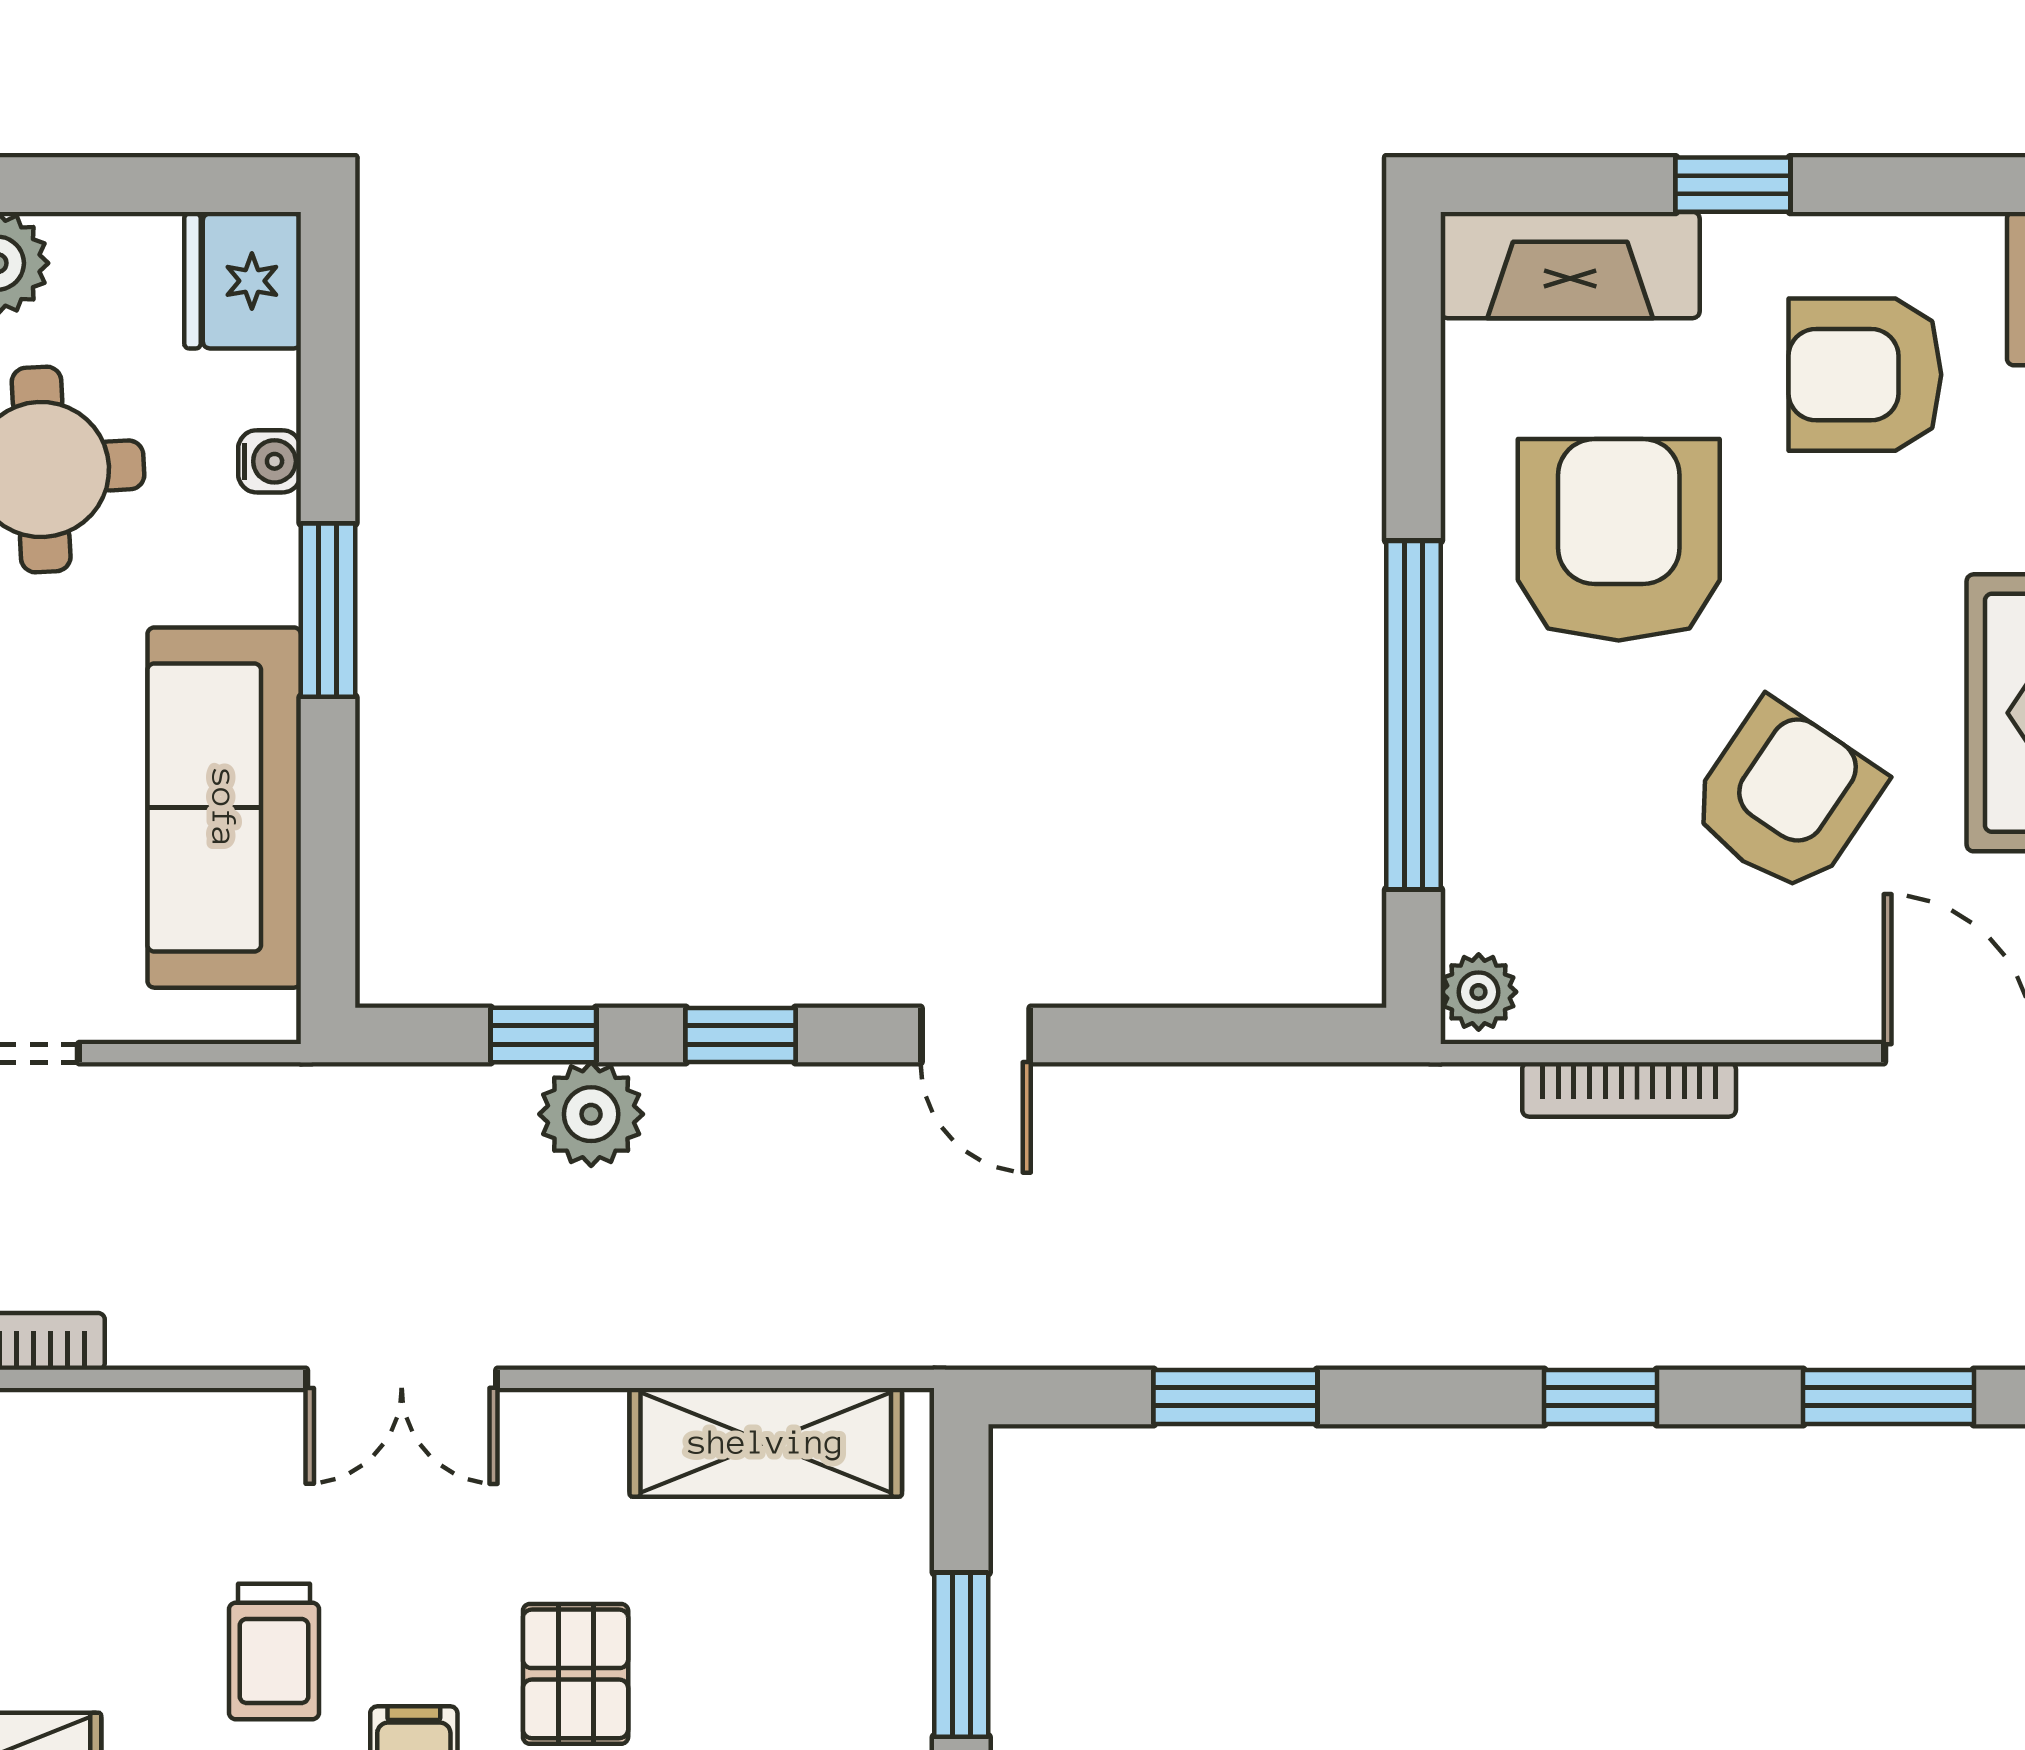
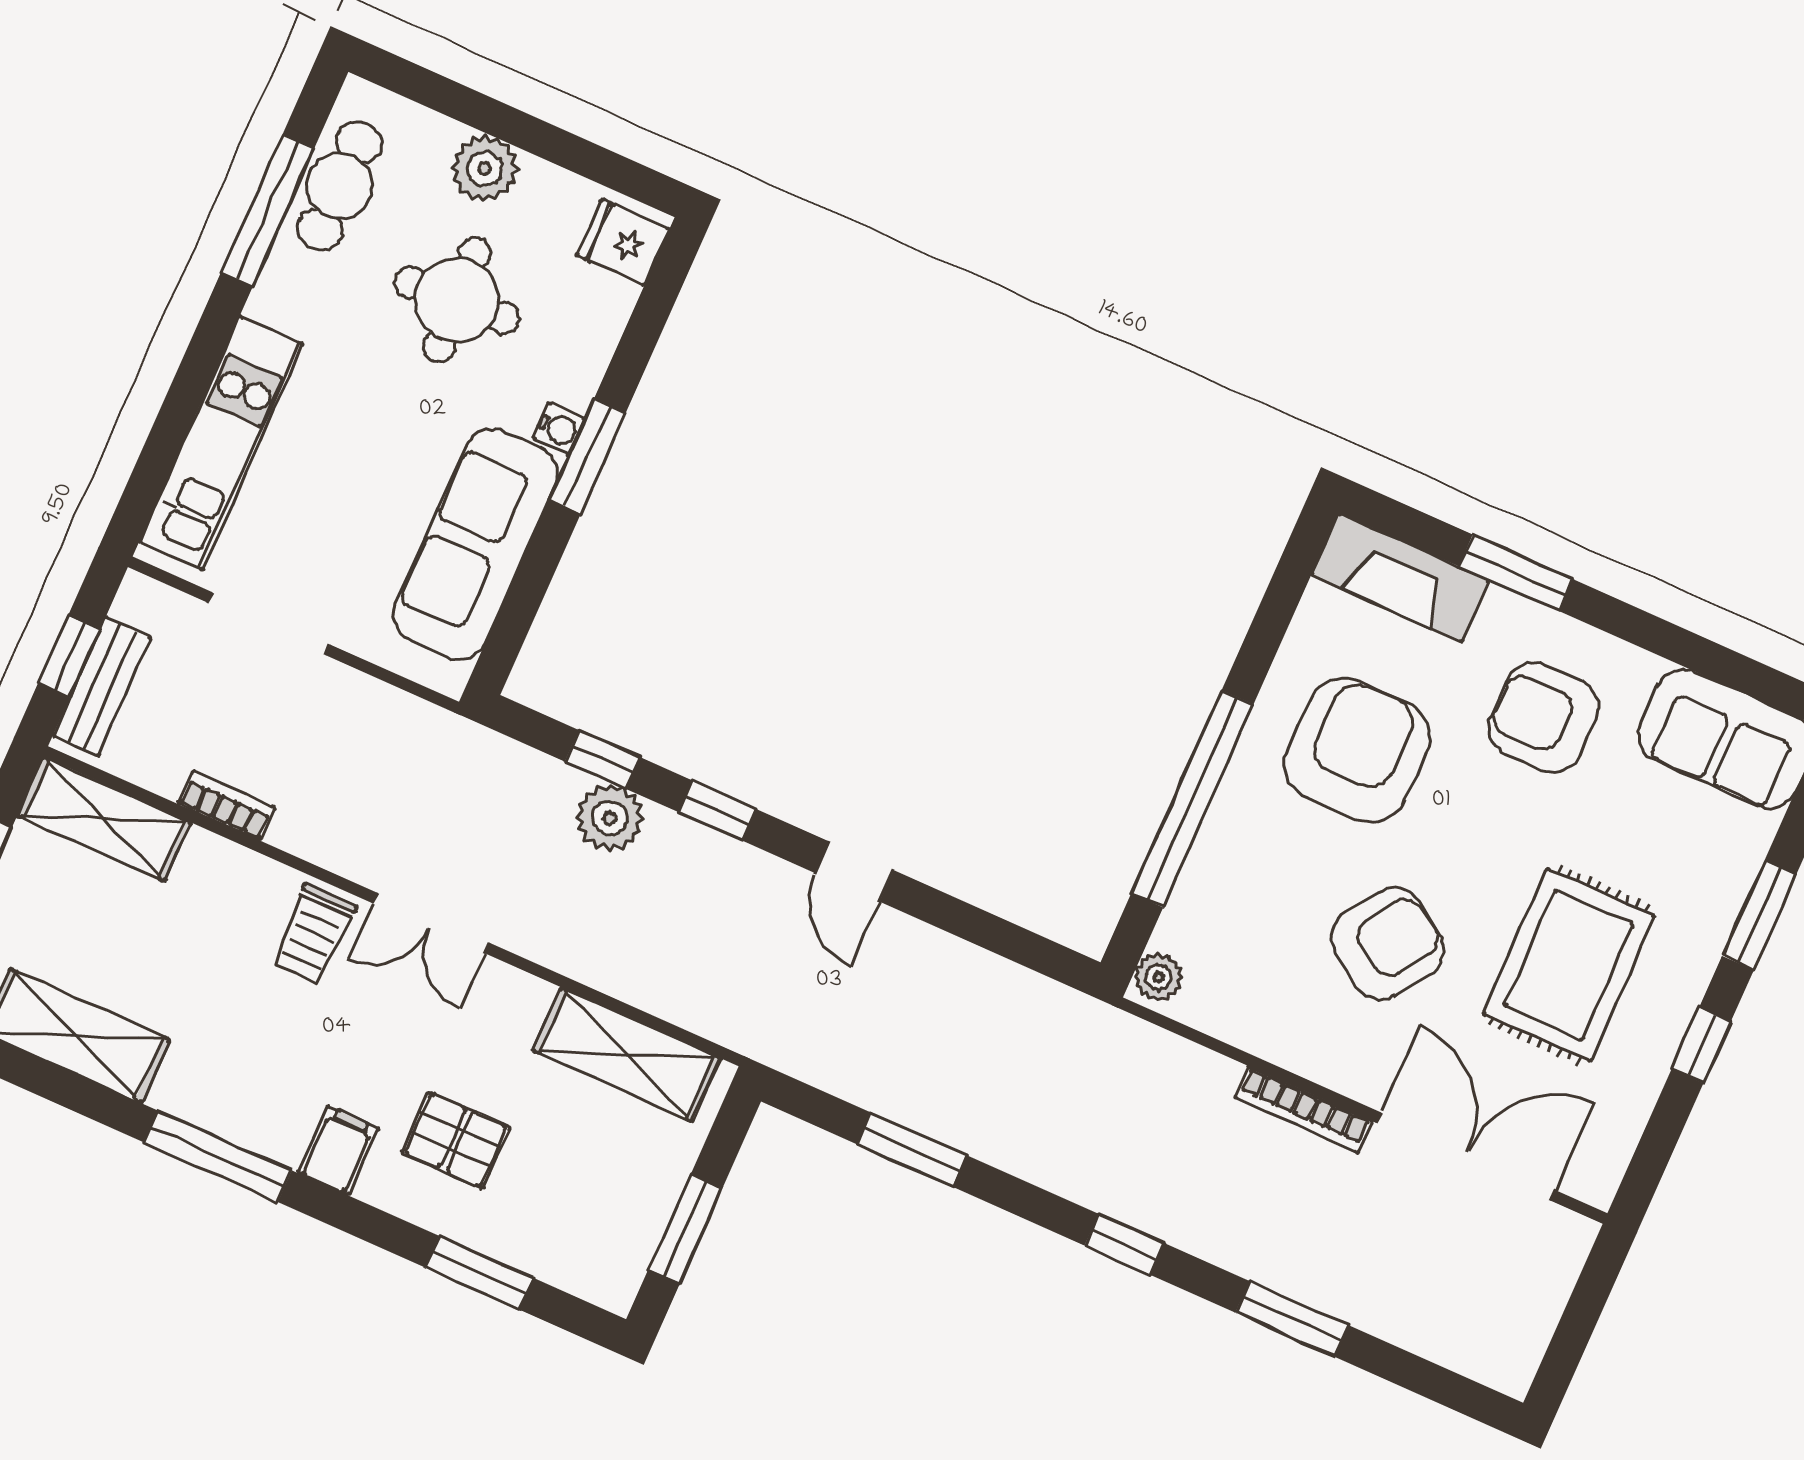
window: (1733, 185) -> (1516, 573), width x1.50
fridge: (243, 281) -> (623, 242), width x0.72
water cooler: (270, 461) -> (559, 429), moved
bookcase: (1629, 1089) -> (1304, 1110), moved
trolley: (274, 1651) -> (314, 934), moved
pallet: (576, 1674) -> (456, 1140), turned 90

